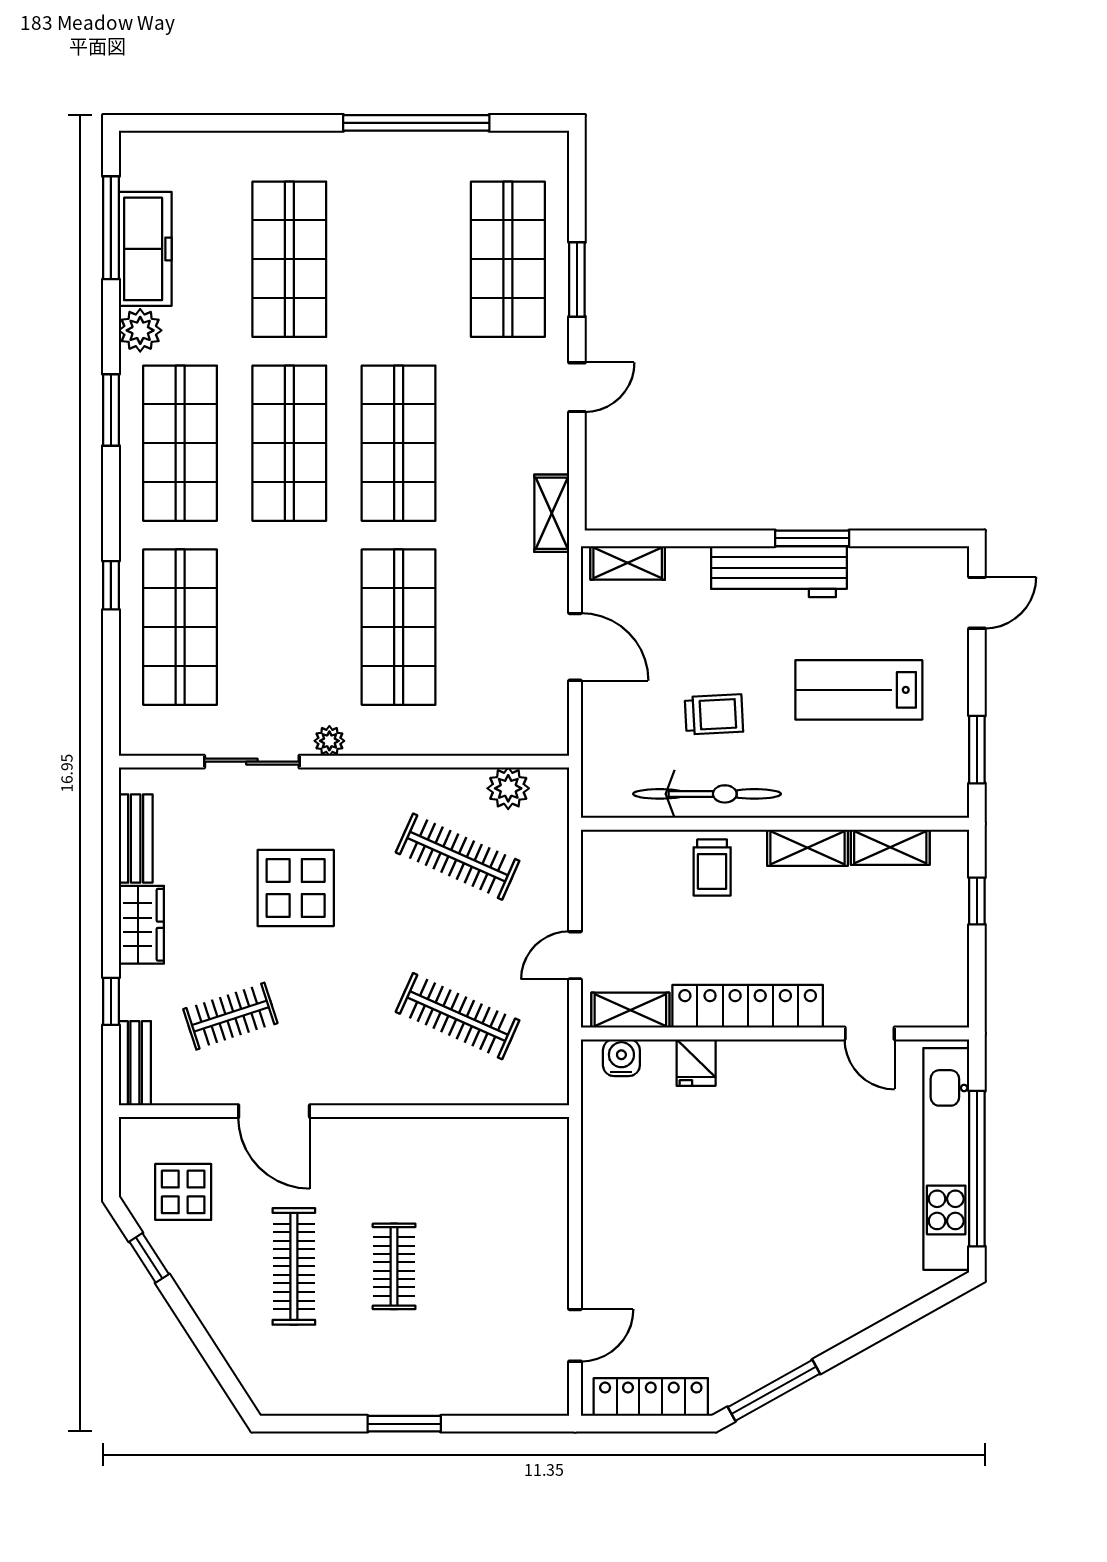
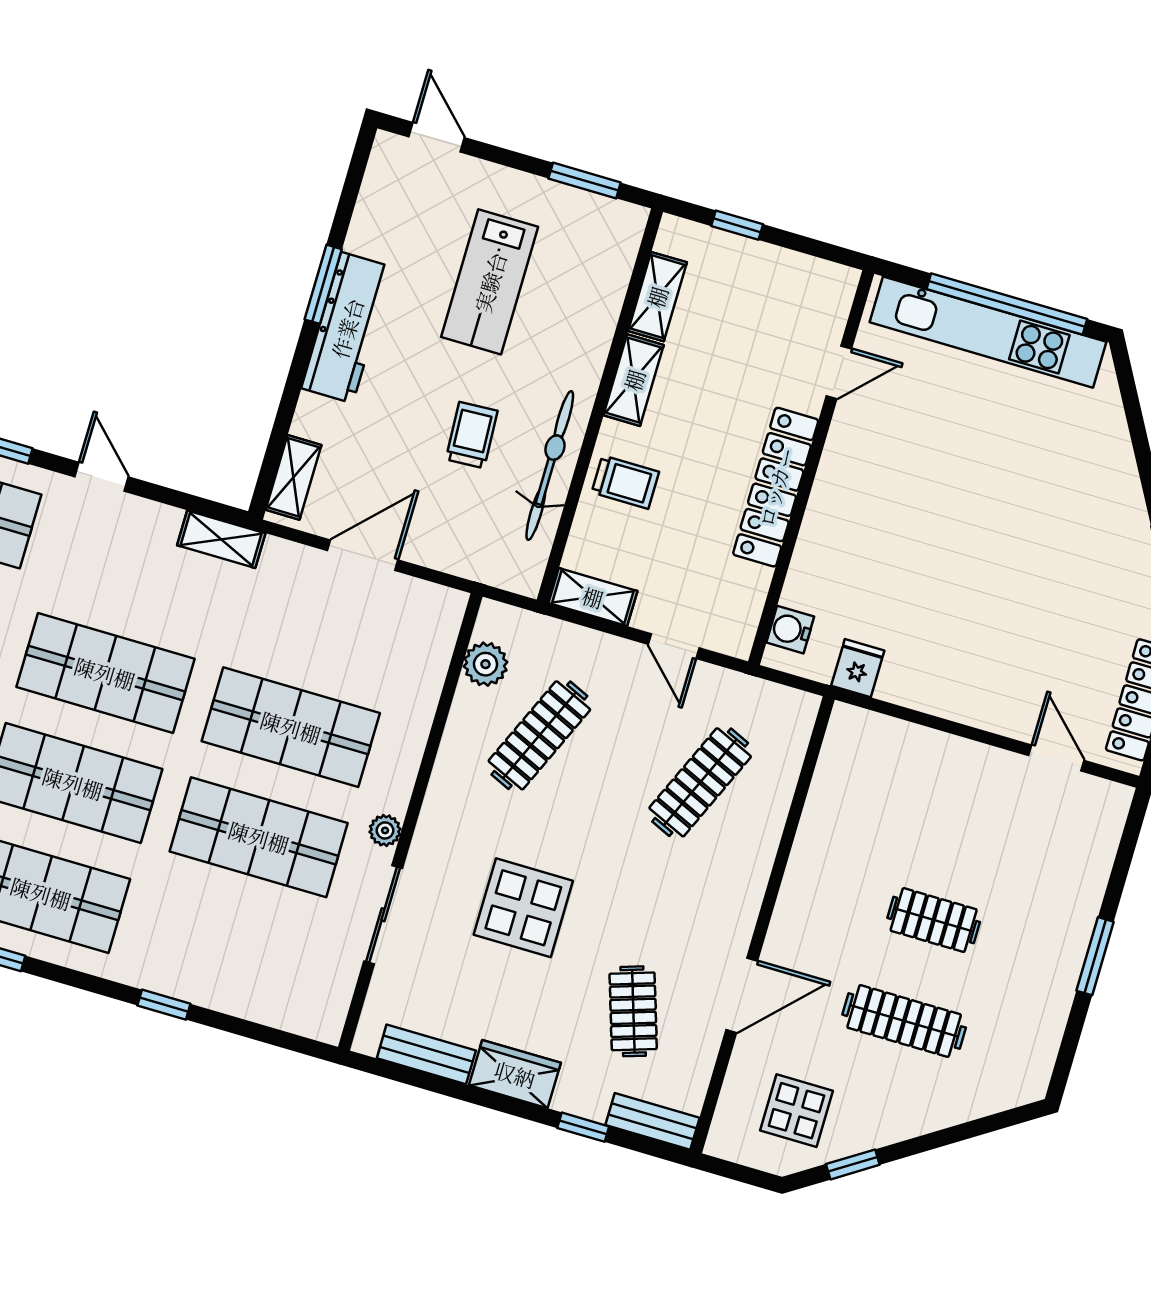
shop shelf: (180, 627) -> (259, 837), moved
shelving: (630, 1010) -> (593, 597), moved, turned 90
fridge: (696, 1063) -> (858, 668), moved, turned -90

